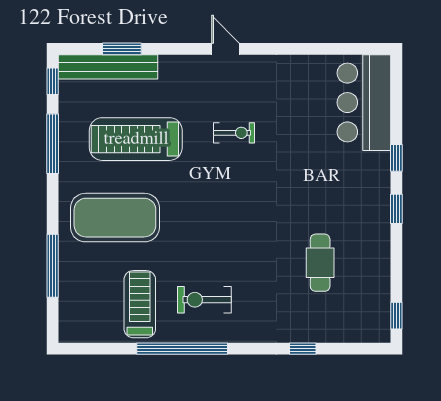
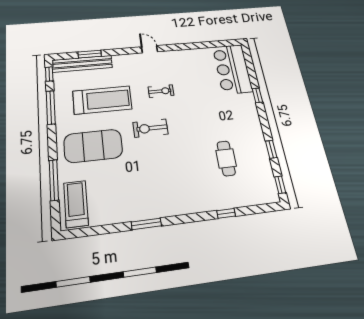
treadmill: (136, 139) -> (102, 100), turned 180
window: (396, 209) -> (271, 149), moved
exercise bike: (204, 300) -> (150, 128), moved
treadmill: (140, 304) -> (76, 204), moved
window: (182, 349) -> (146, 224), width x0.47

